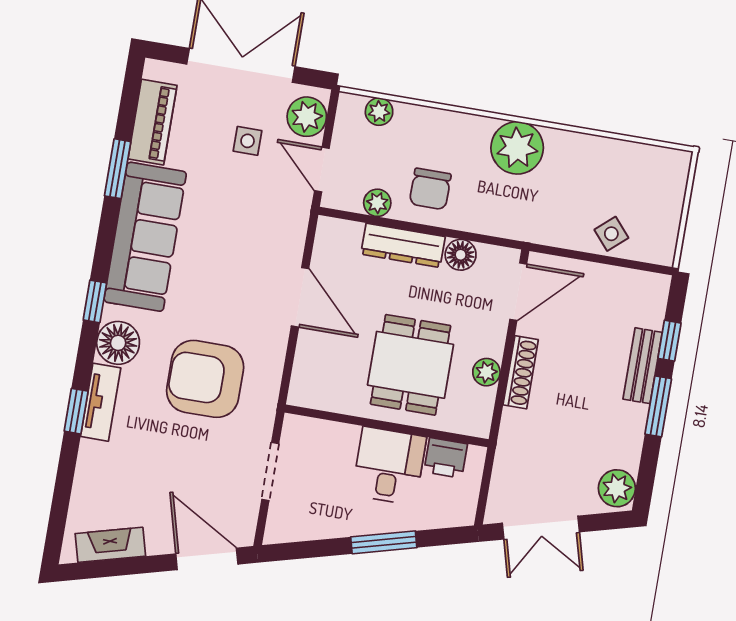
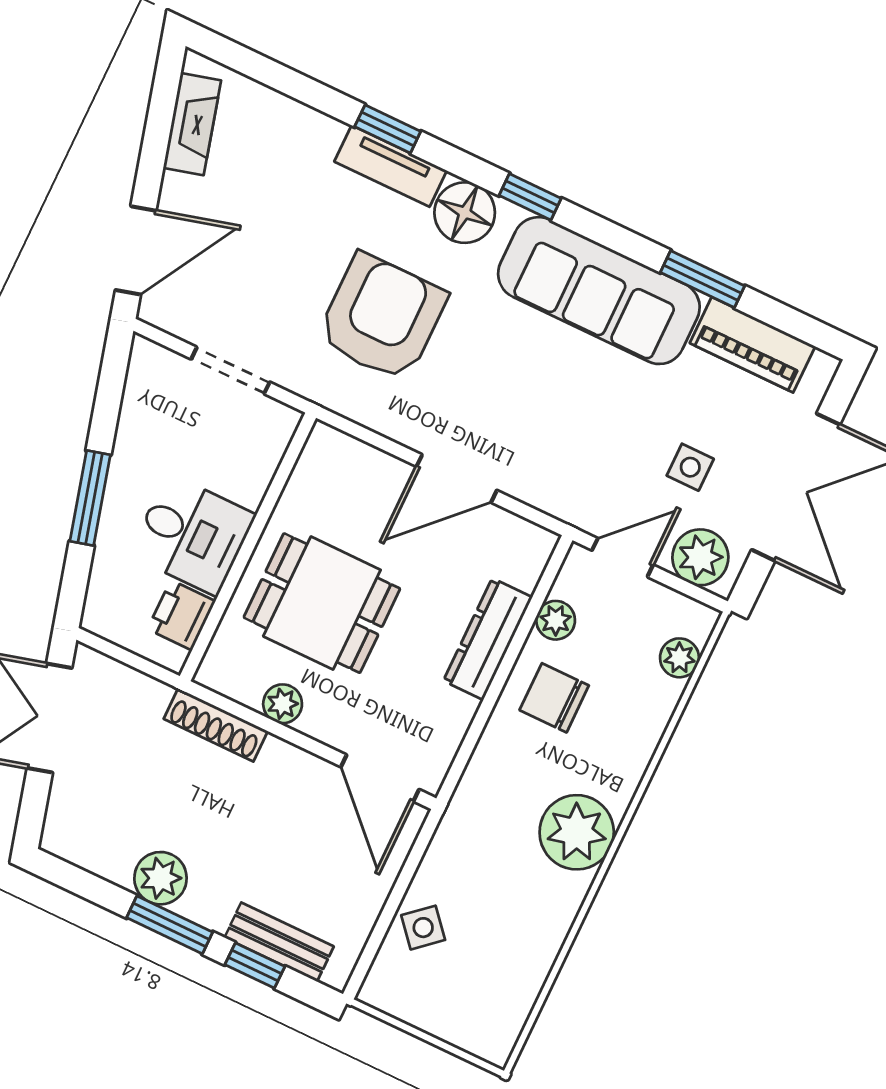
floor lamp: (461, 255) -> (453, 714), removed
bench: (643, 366) -> (279, 942), moved
shoe rack: (521, 372) -> (216, 725), moved
plant: (617, 488) -> (160, 878), moved

